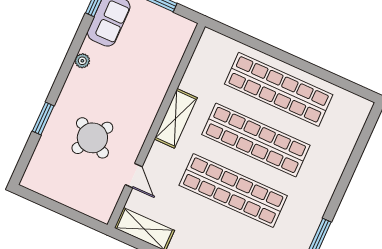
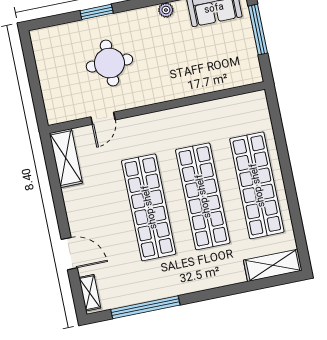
shelving: (176, 118) -> (273, 265), moved
round table: (92, 138) -> (109, 63), turned -31

